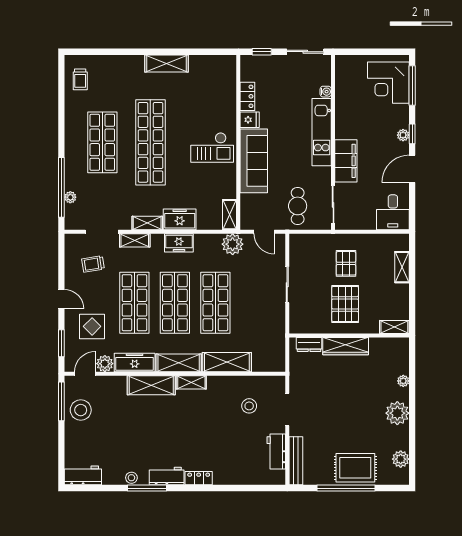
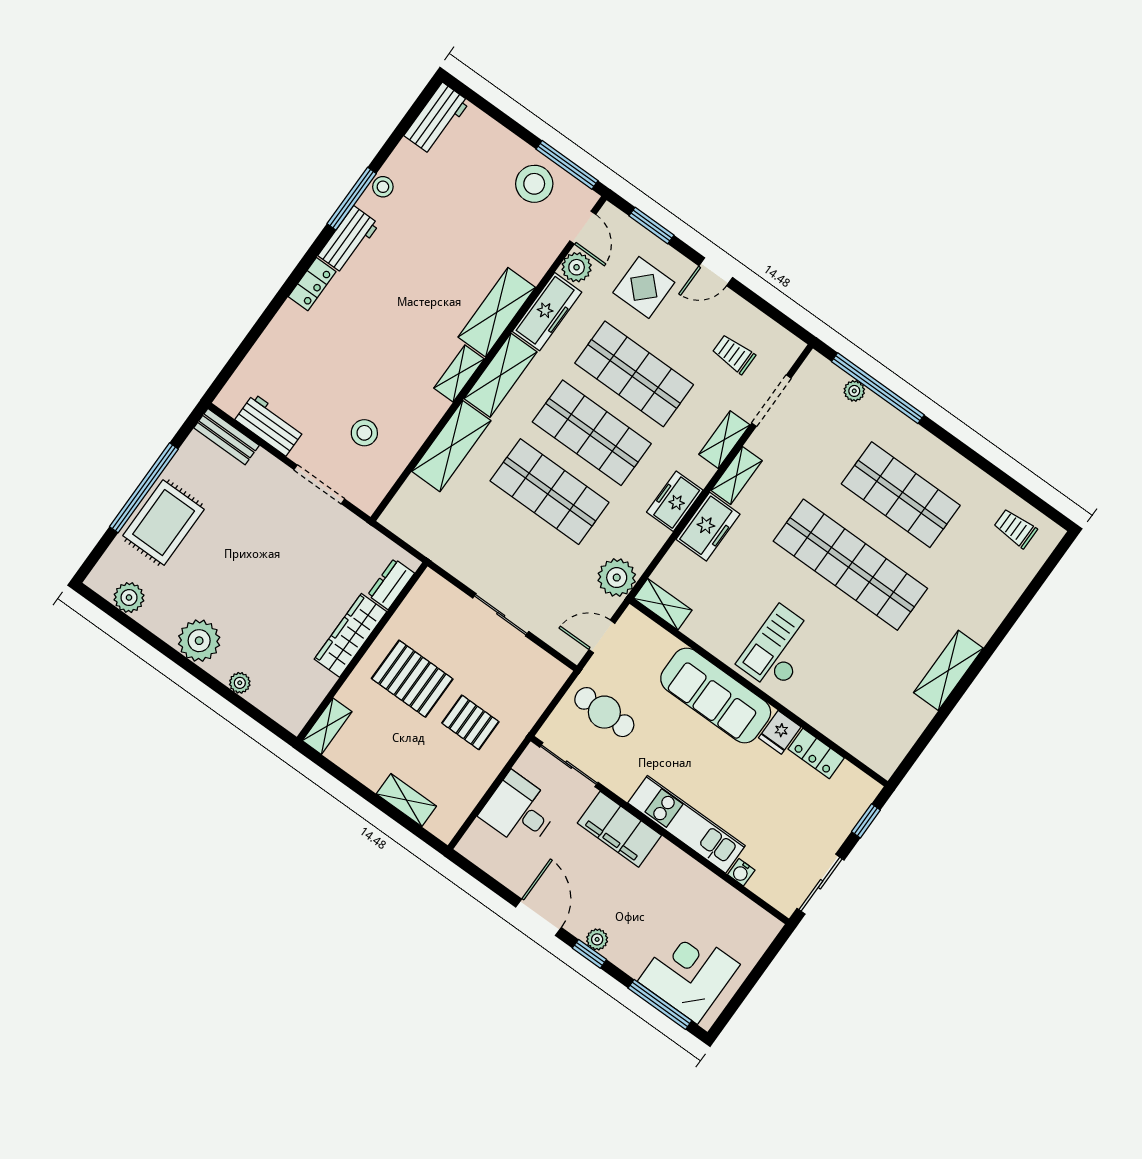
desk: (393, 212) -> (519, 811), moved
trolley: (93, 264) -> (734, 354), turned -81
bench: (296, 461) -> (226, 437), width x0.73

